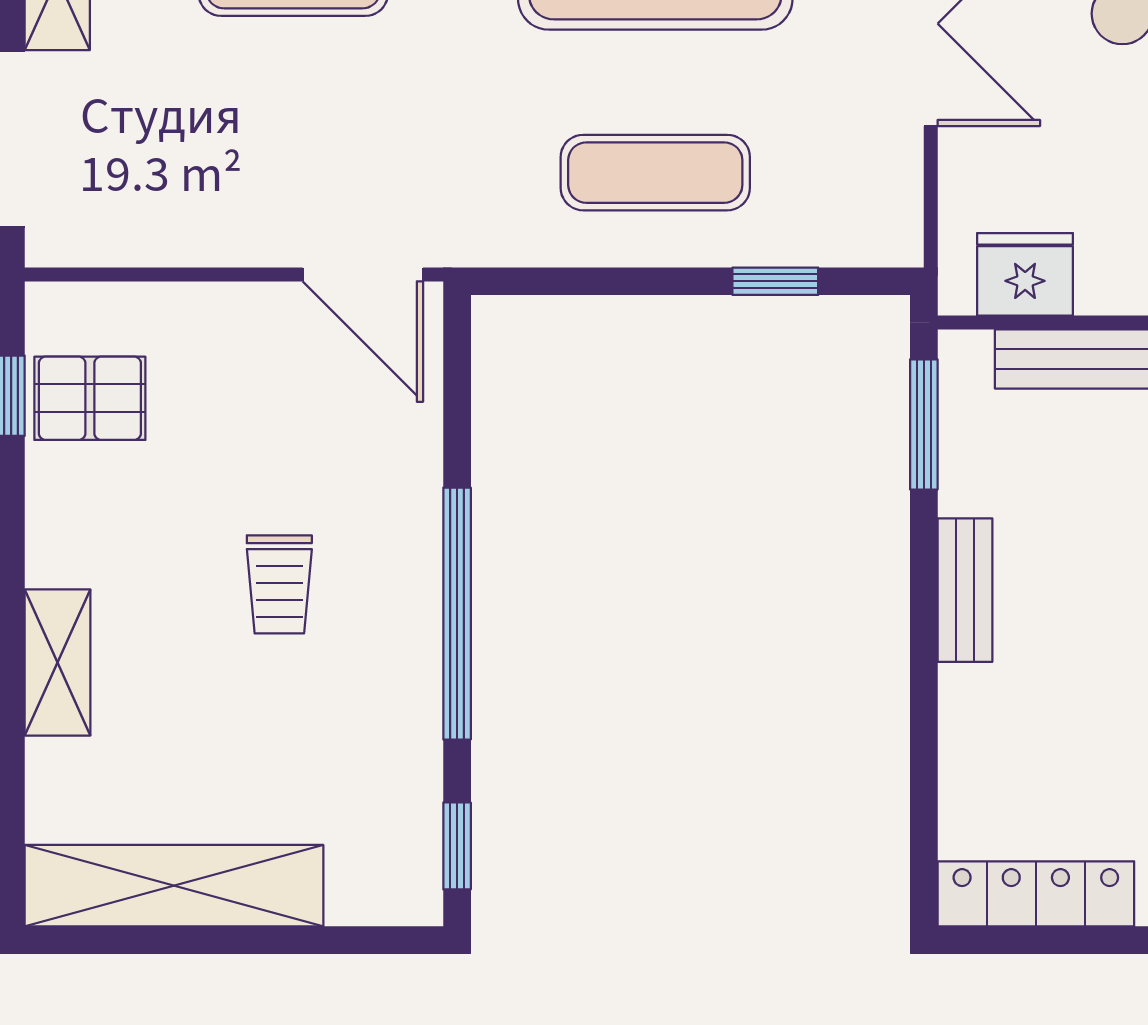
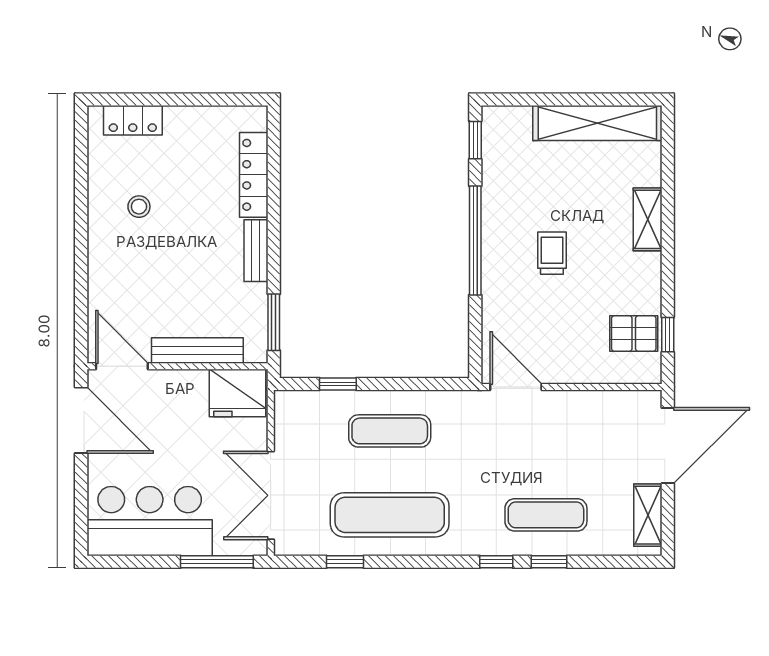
fridge: (1025, 274) -> (237, 393), width x1.36, depth x1.34
locker: (1036, 894) -> (254, 175), moved, turned 90

